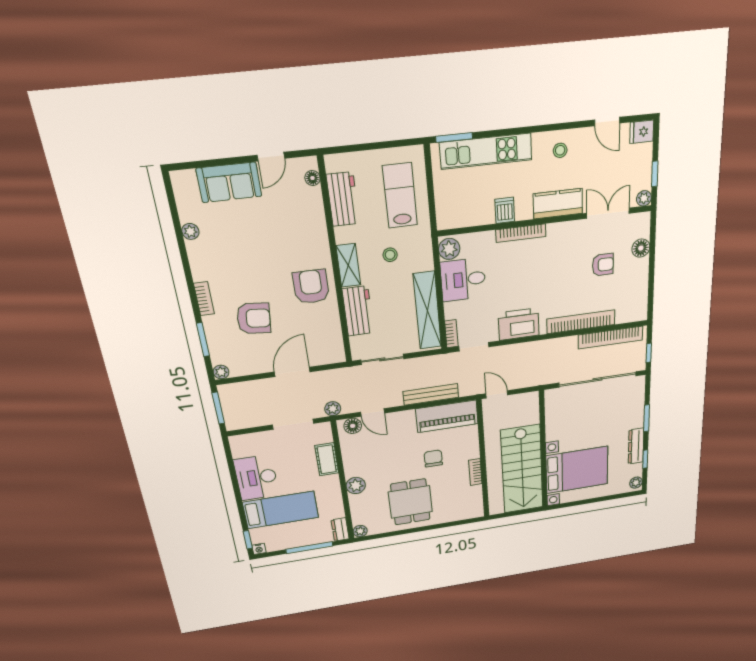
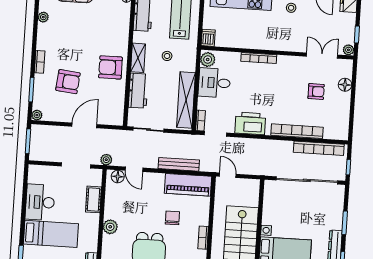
kitchen counter: (558, 204) -> (287, 43), removed
dishwasher: (505, 210) -> (208, 38), moved
armchair: (311, 287) -> (110, 67), turned -90

